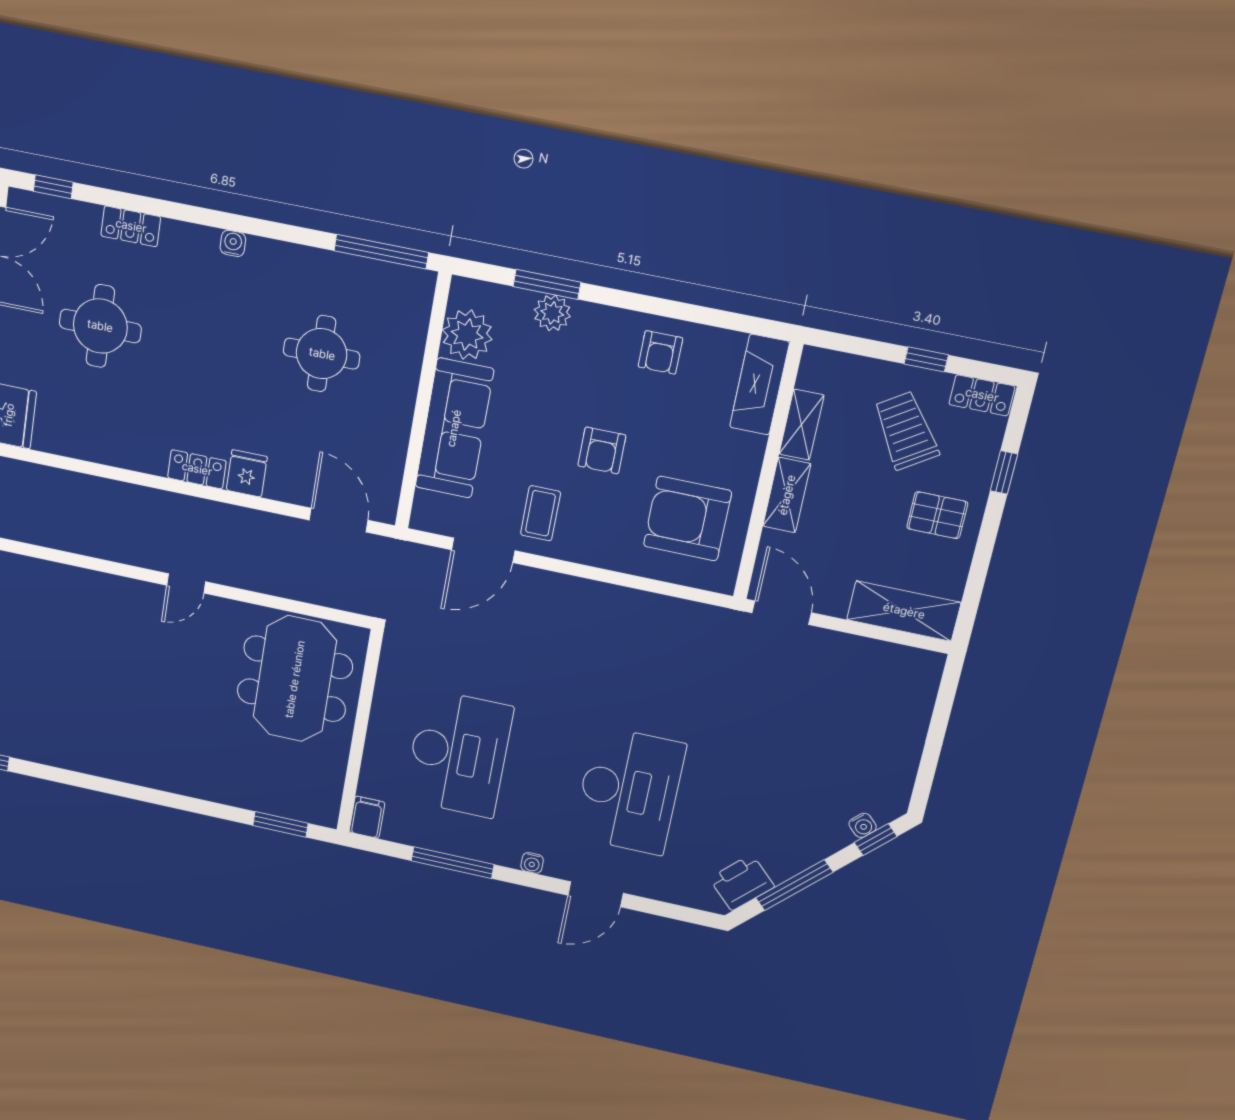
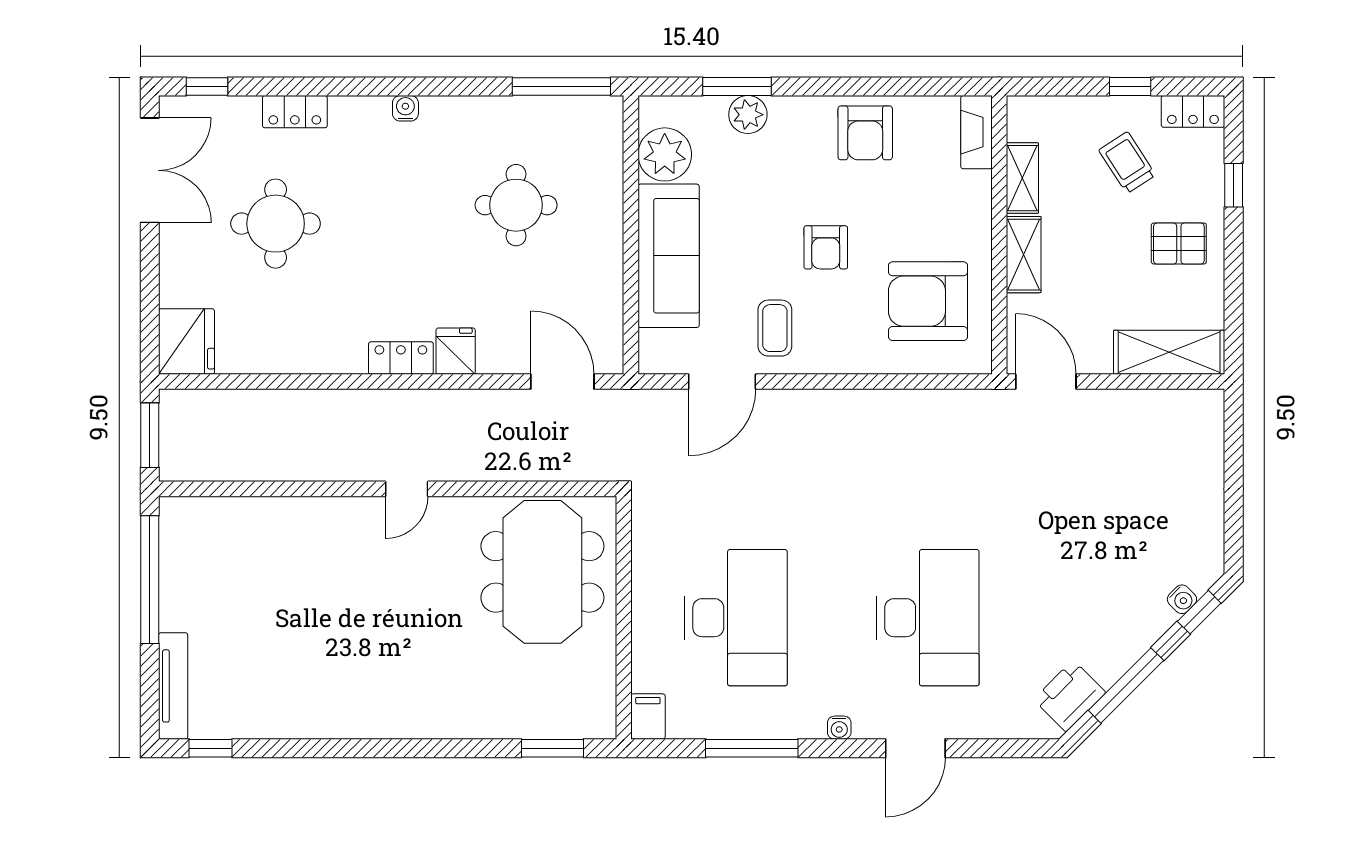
armchair: (660, 352) -> (865, 133), width x1.38, depth x1.38
fireplace: (759, 385) -> (976, 132), width x0.73, depth x0.76
trolley: (906, 431) -> (1127, 163), width x0.73, depth x0.72

